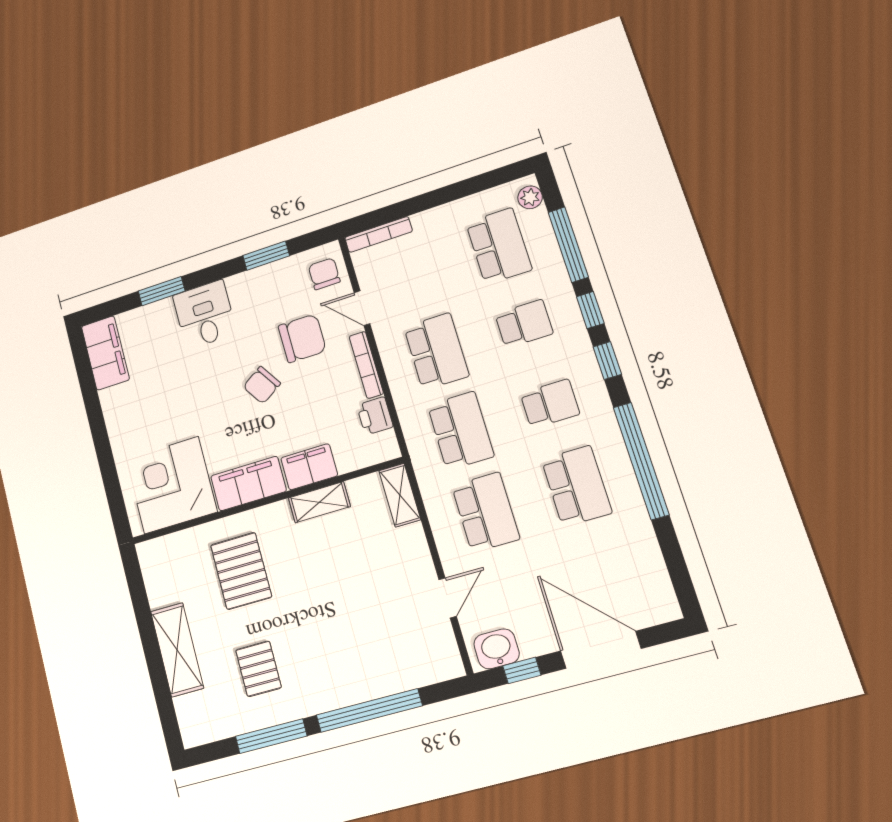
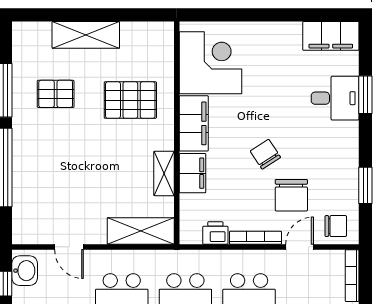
desk: (205, 314) -> (335, 98), moved
shelving: (400, 495) -> (141, 231), width x1.50, depth x1.33

